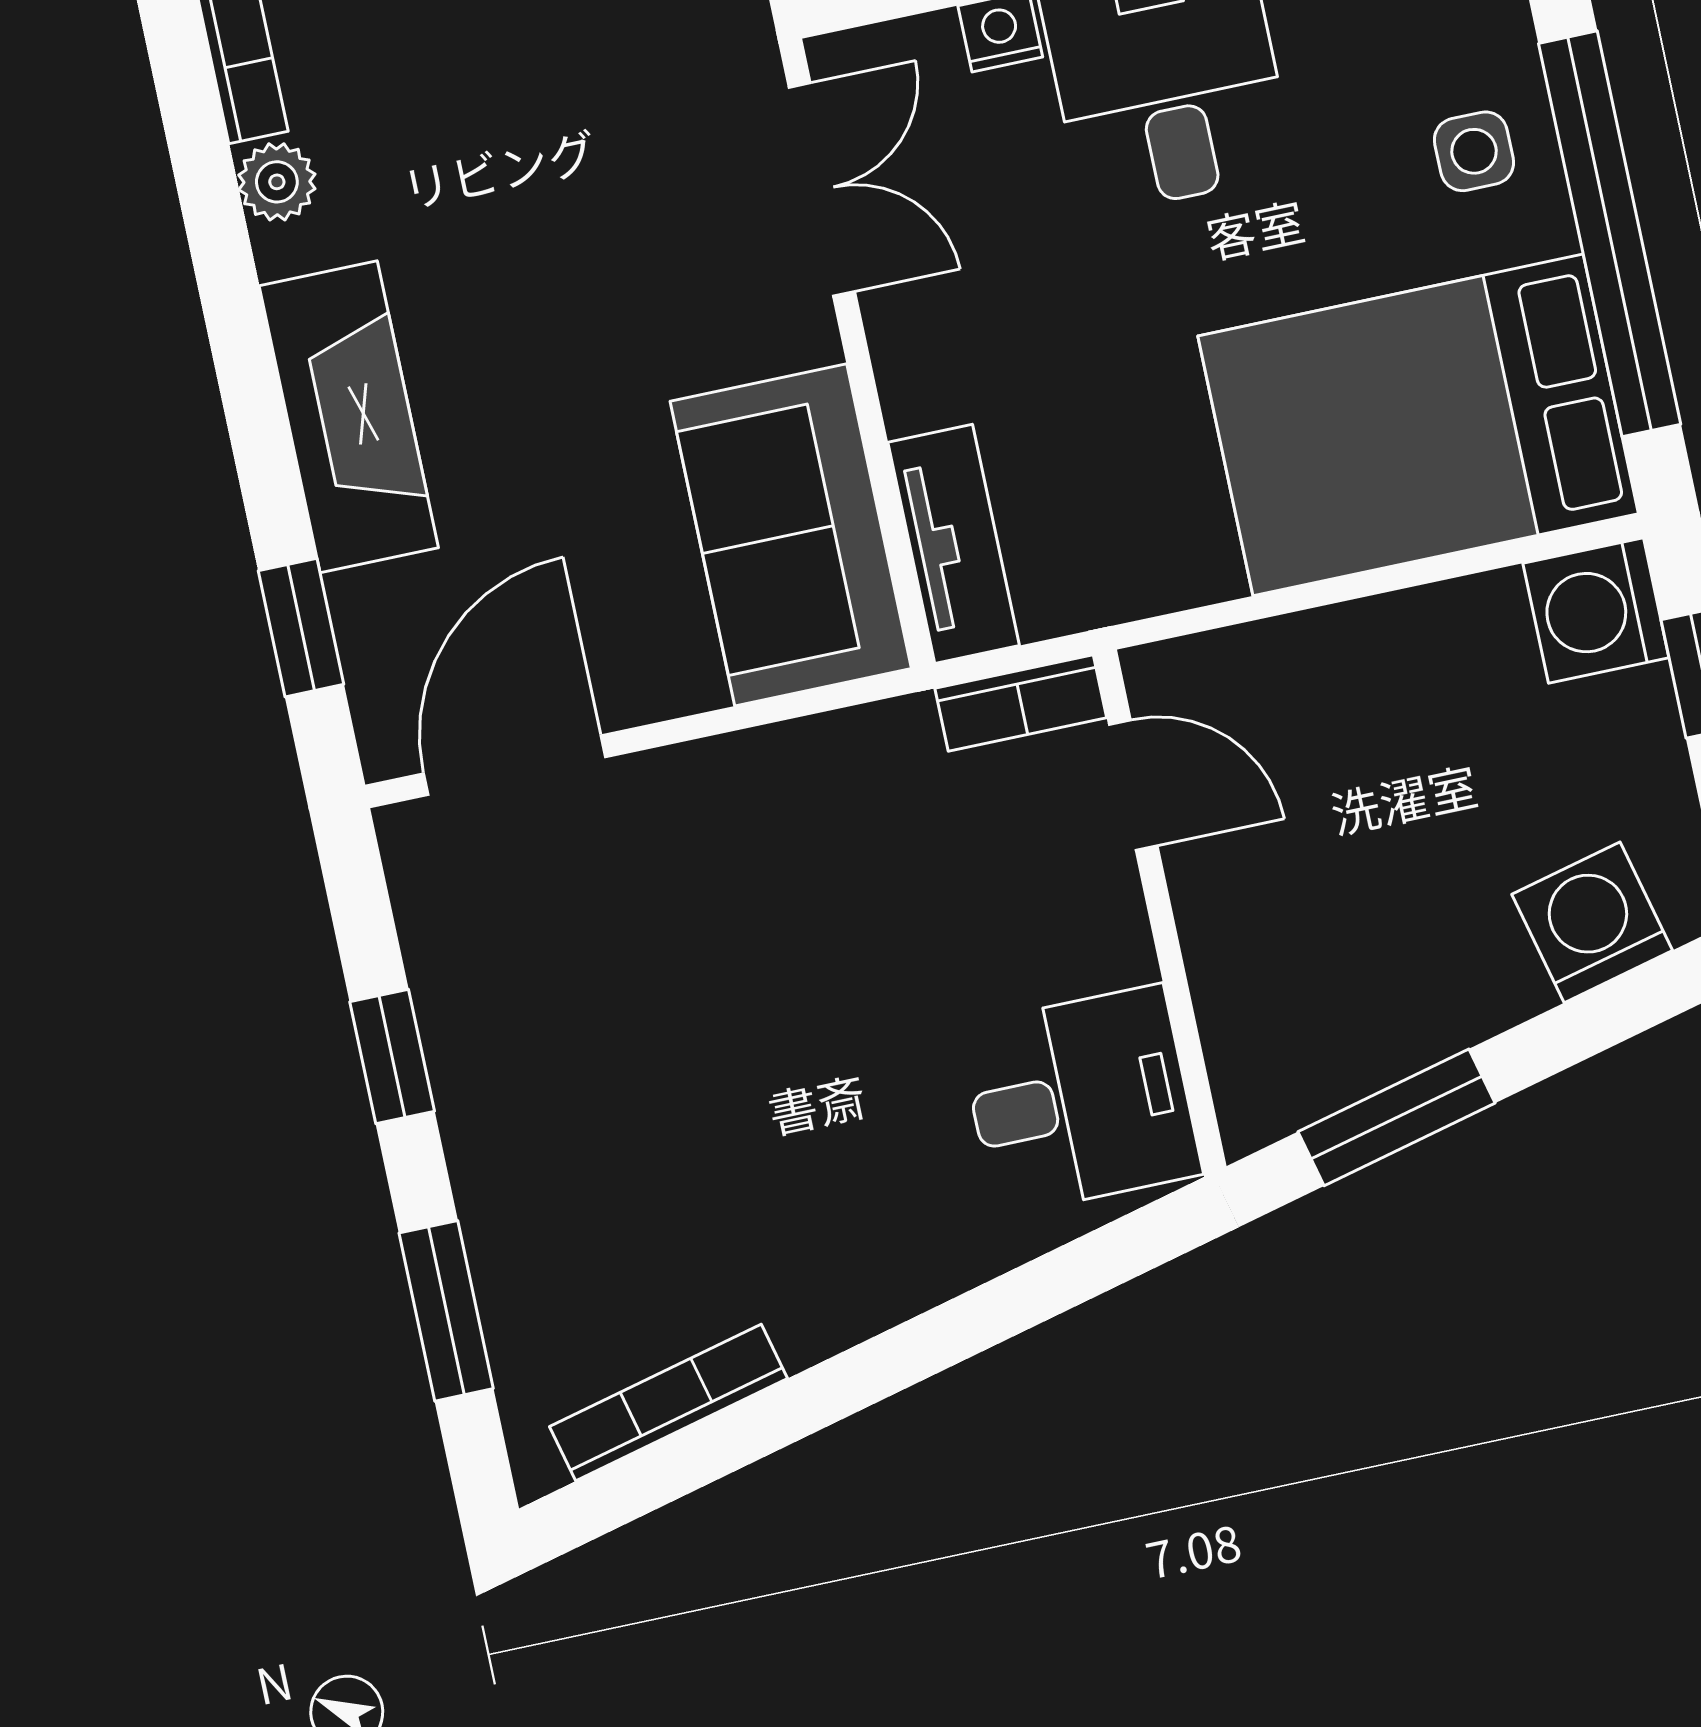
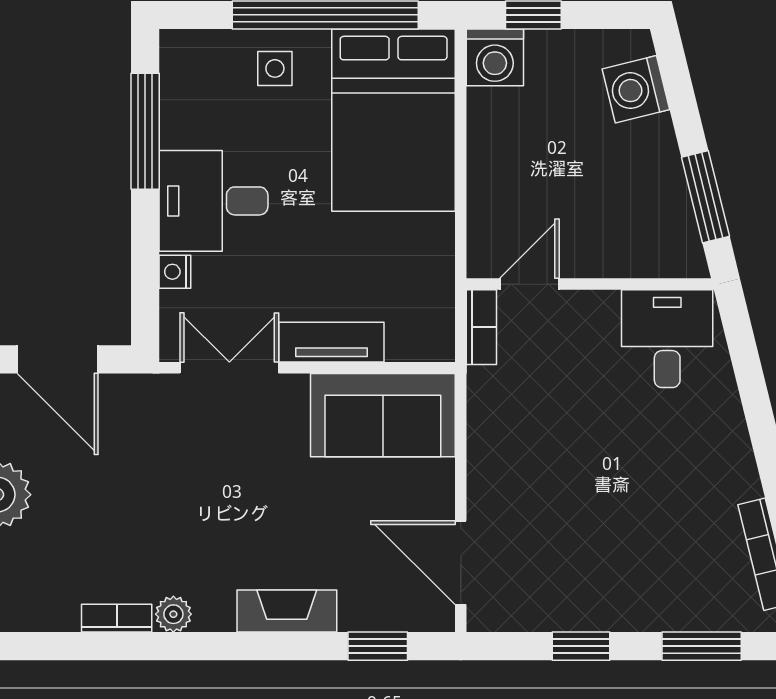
fireplace: (349, 417) -> (287, 611), width x0.73, depth x0.76
tv unit: (954, 544) -> (331, 342), moved

